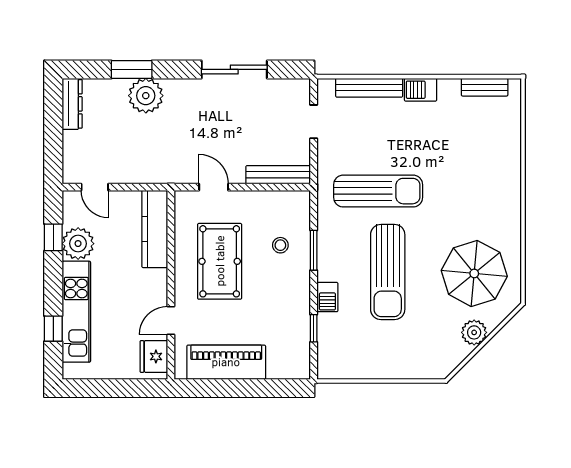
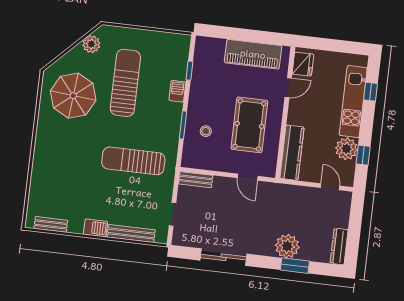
bench: (278, 175) -> (196, 180), width x0.73
sun lounger: (388, 272) -> (125, 83), moved
plant: (474, 332) -> (91, 44), moved

